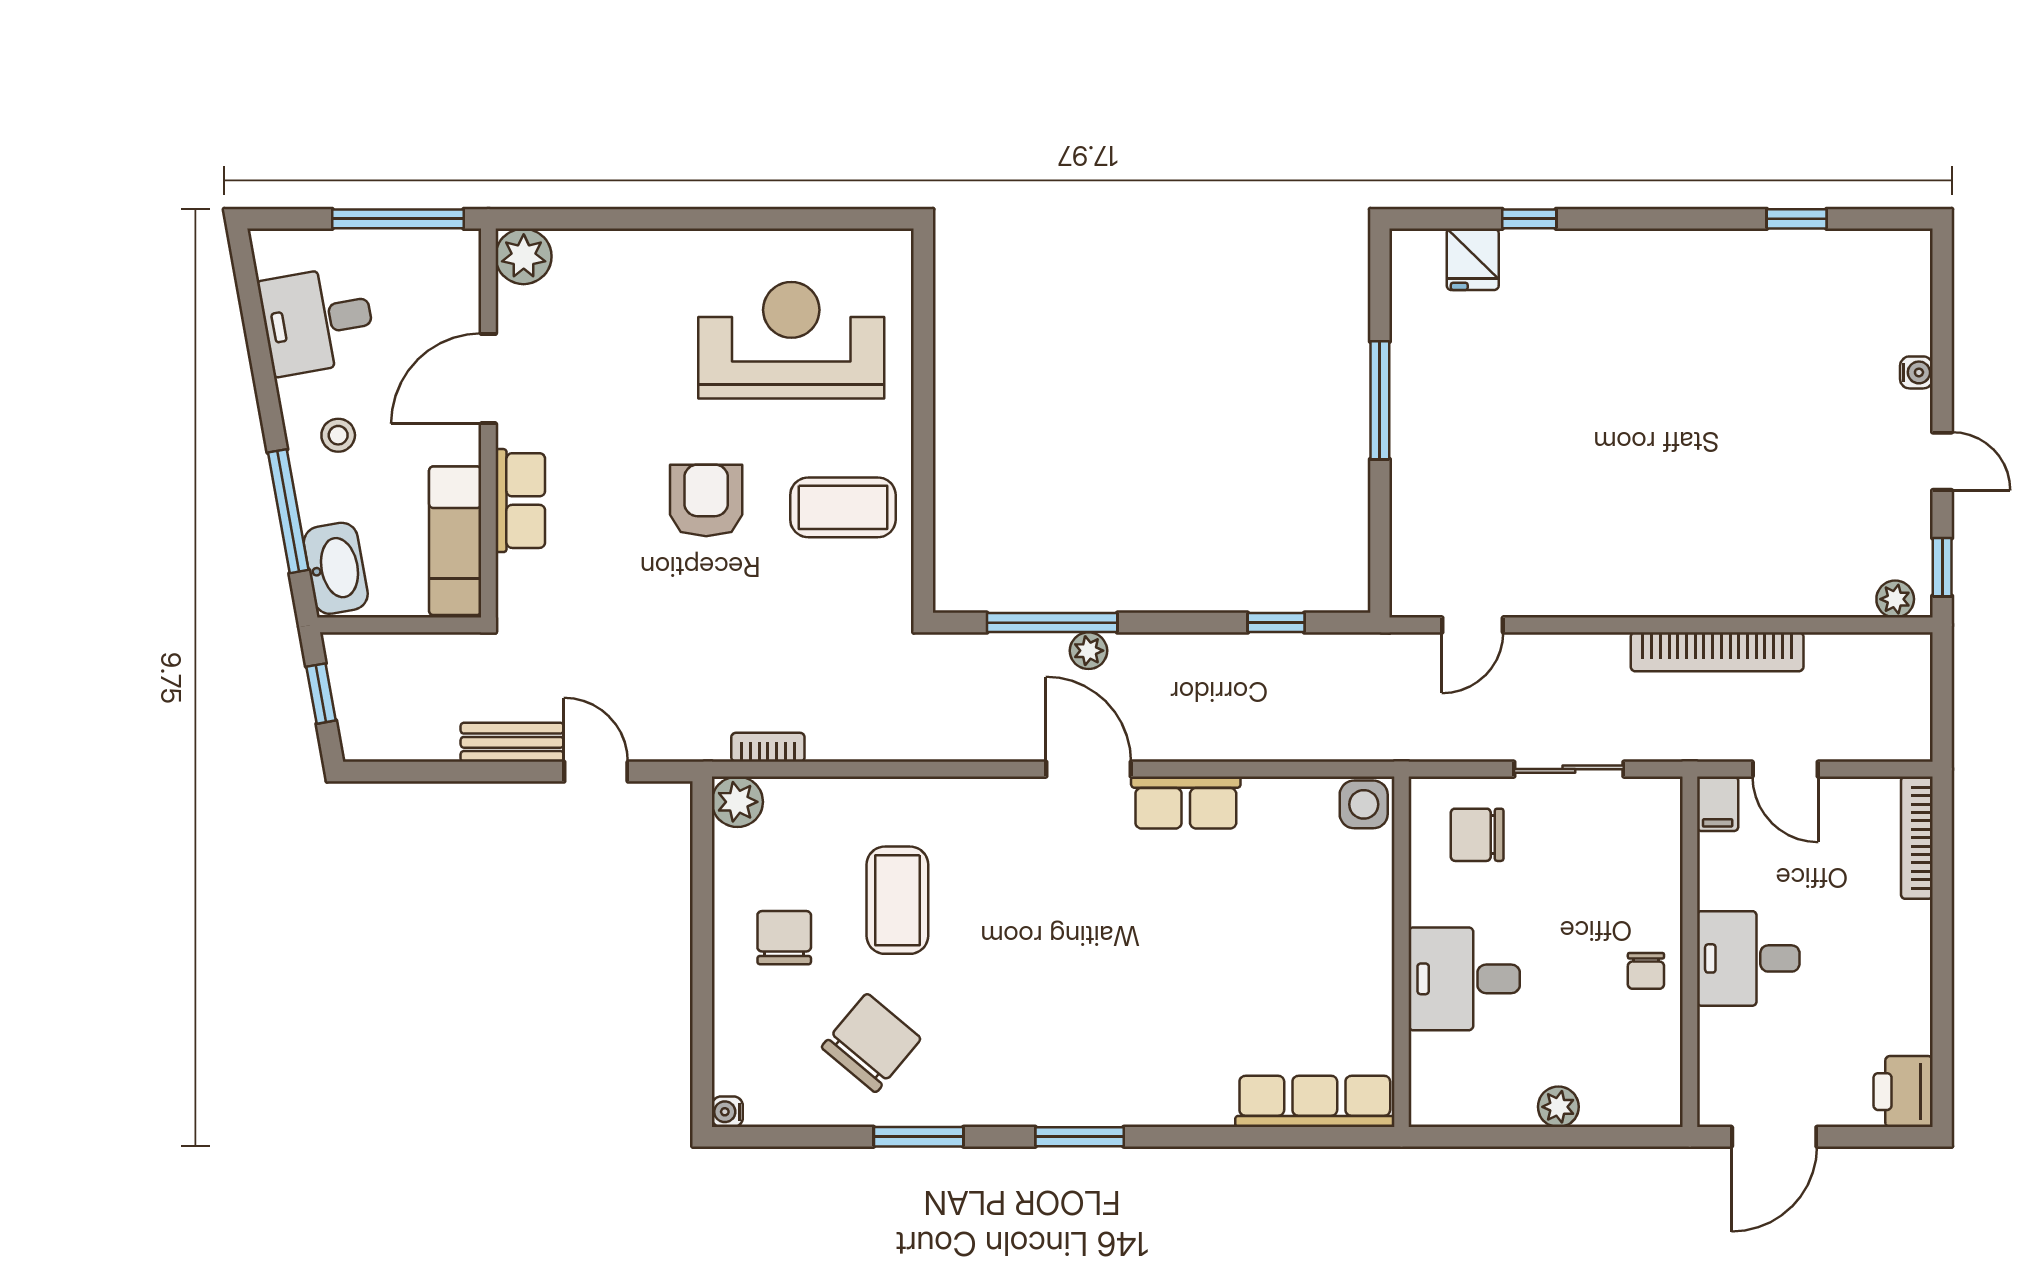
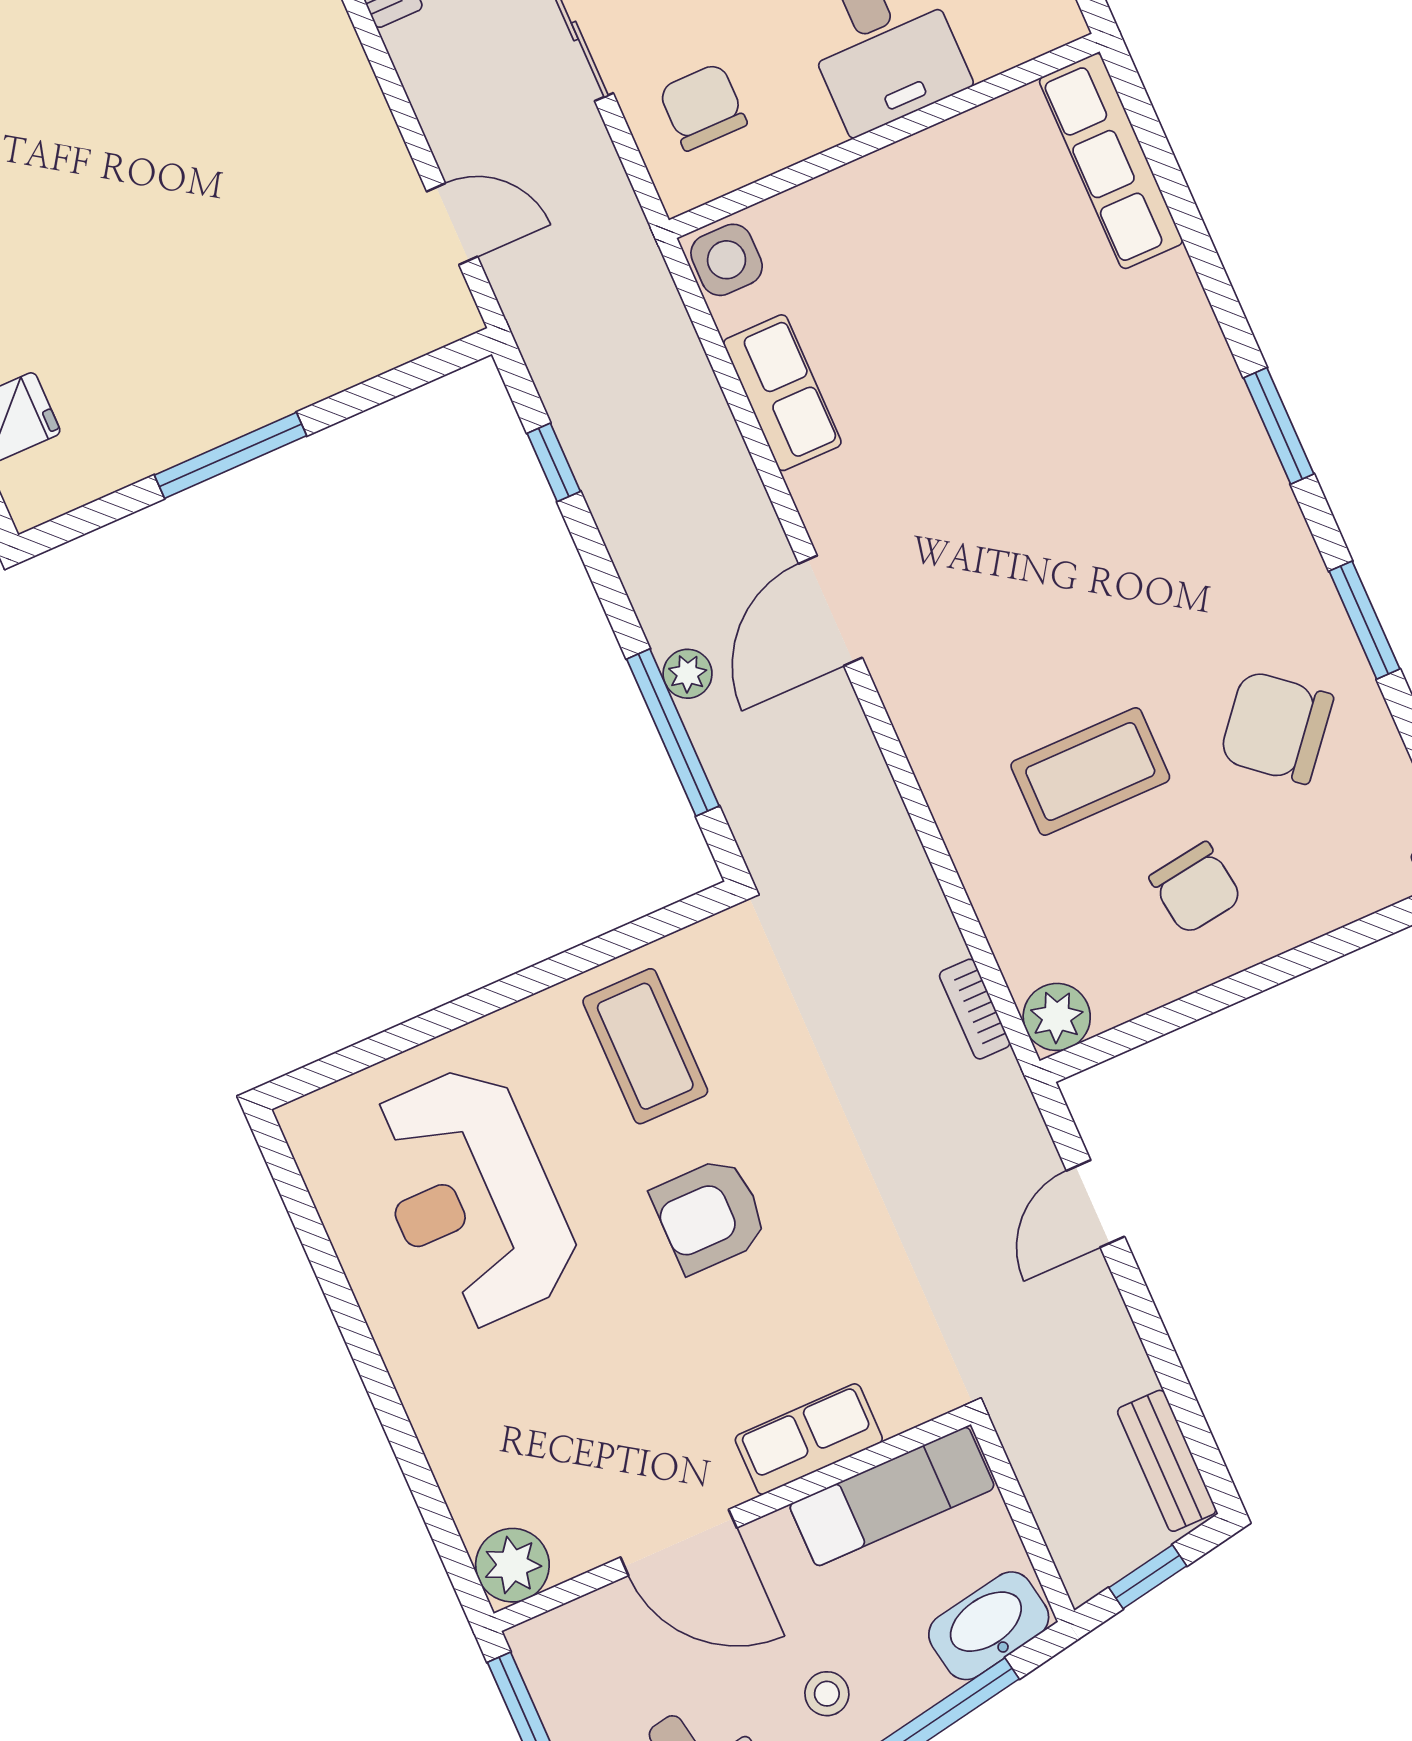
bench: (512, 742) -> (1167, 1461), moved
row of seats: (1186, 802) -> (782, 393), moved
chair: (1477, 835) -> (703, 107), turned 180
chair: (784, 938) -> (1196, 888), turned -98

